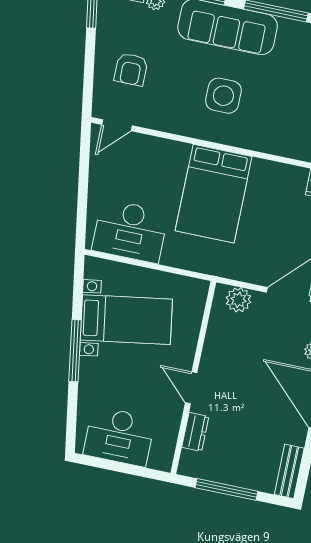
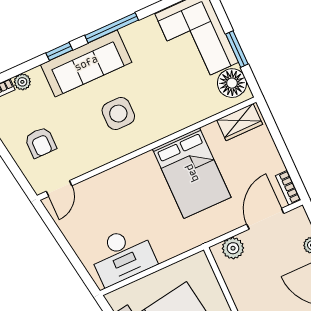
bed: (214, 194) -> (192, 173), moved

